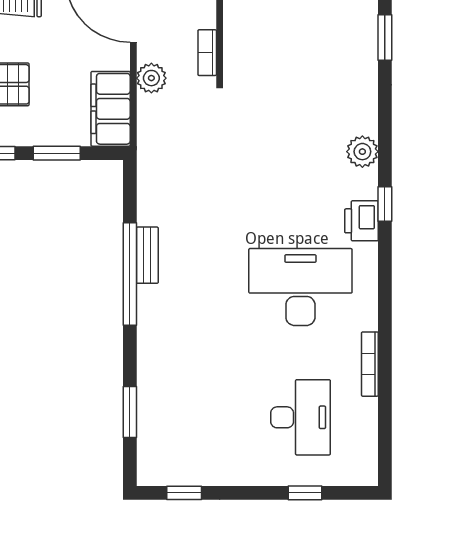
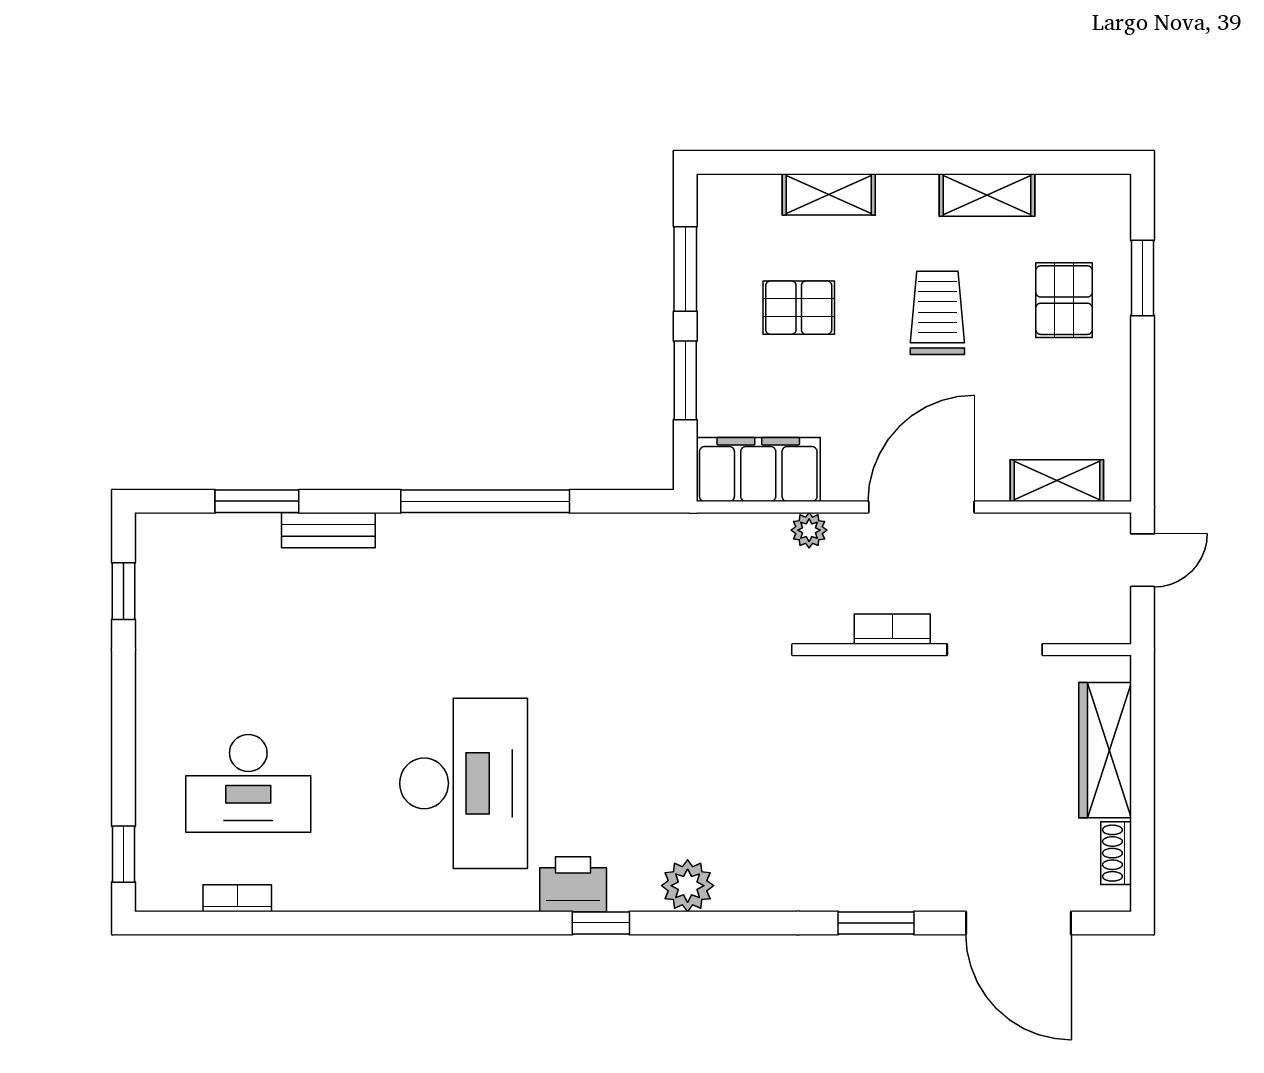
bookcase: (207, 53) -> (892, 629), moved
plant: (151, 78) -> (809, 530), width x0.73, depth x0.73
bench: (147, 255) -> (328, 530), moved
bookcase: (370, 364) -> (237, 898), moved, width x0.64
window: (305, 493) -> (123, 854), moved

